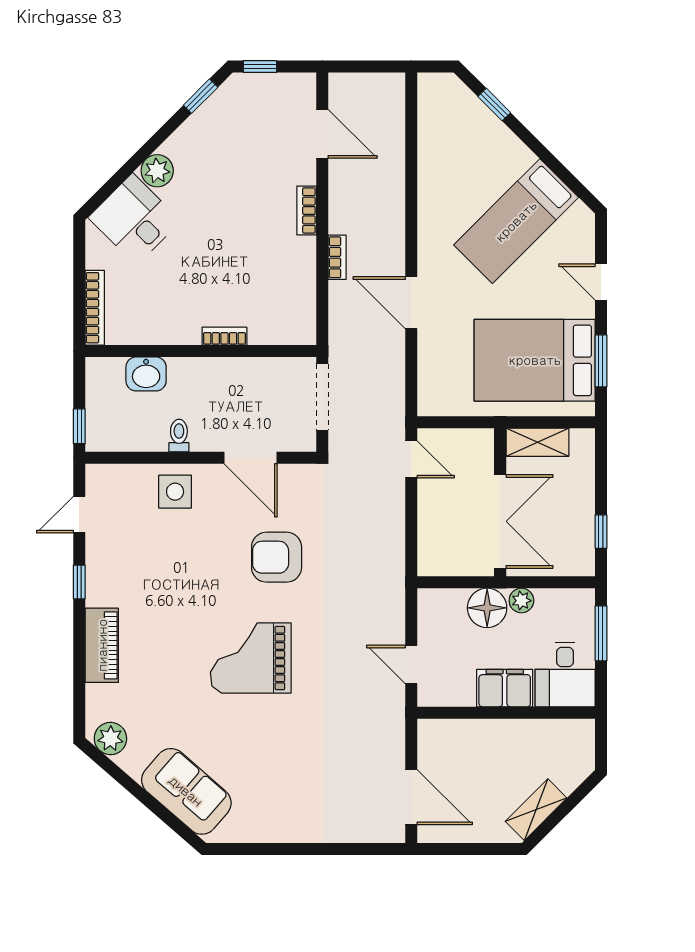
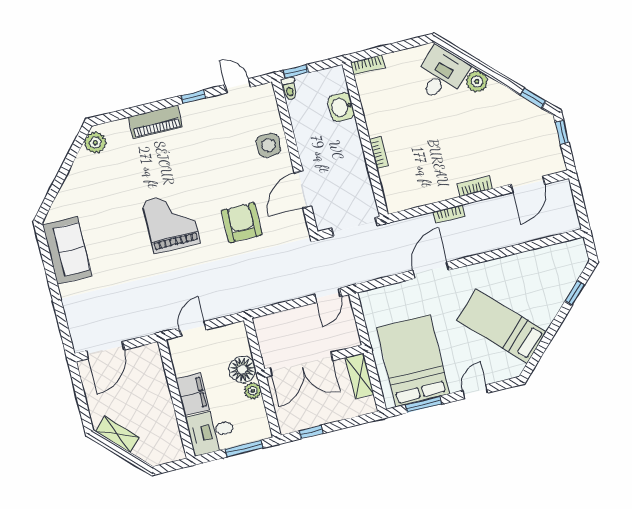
bookcase: (95, 308) -> (368, 65), width x0.64
toilet: (179, 436) -> (289, 89), moved, turned 90
sofa: (186, 791) -> (67, 250), moved, turned -41

